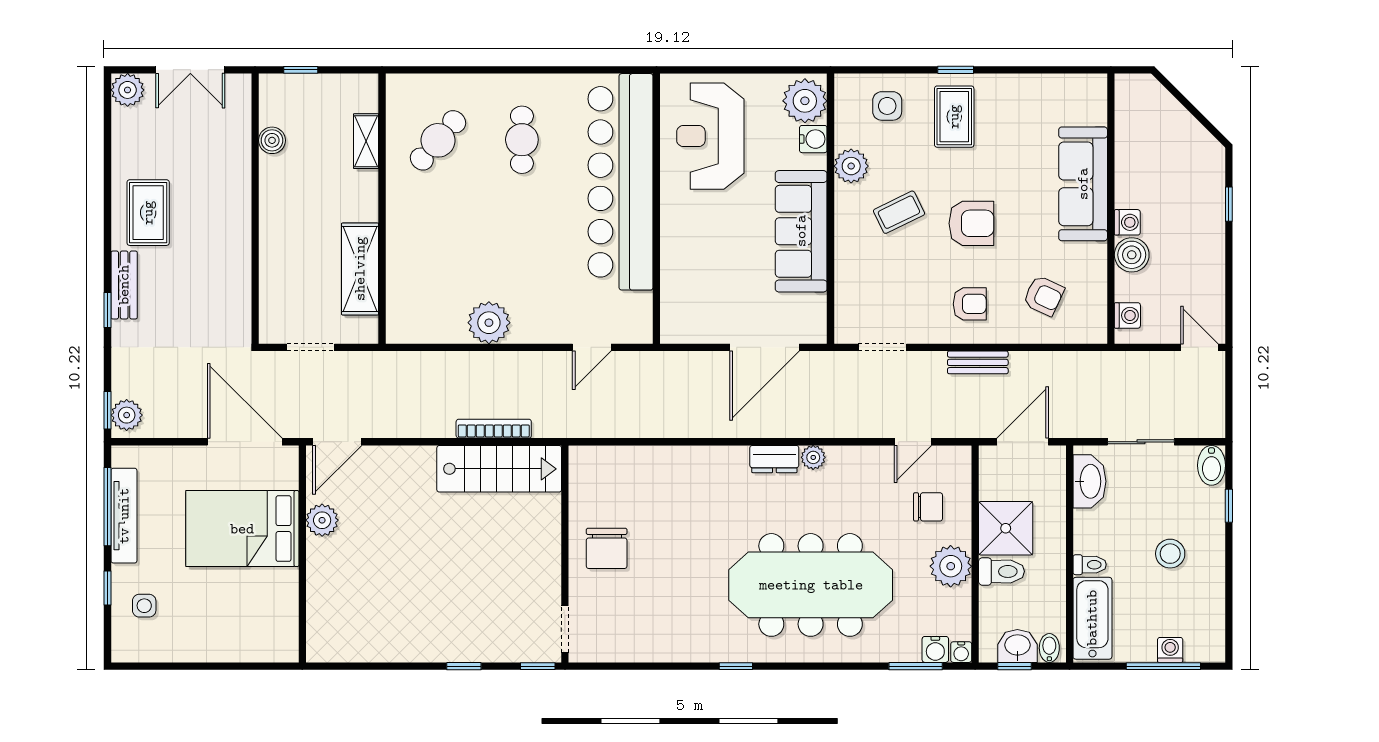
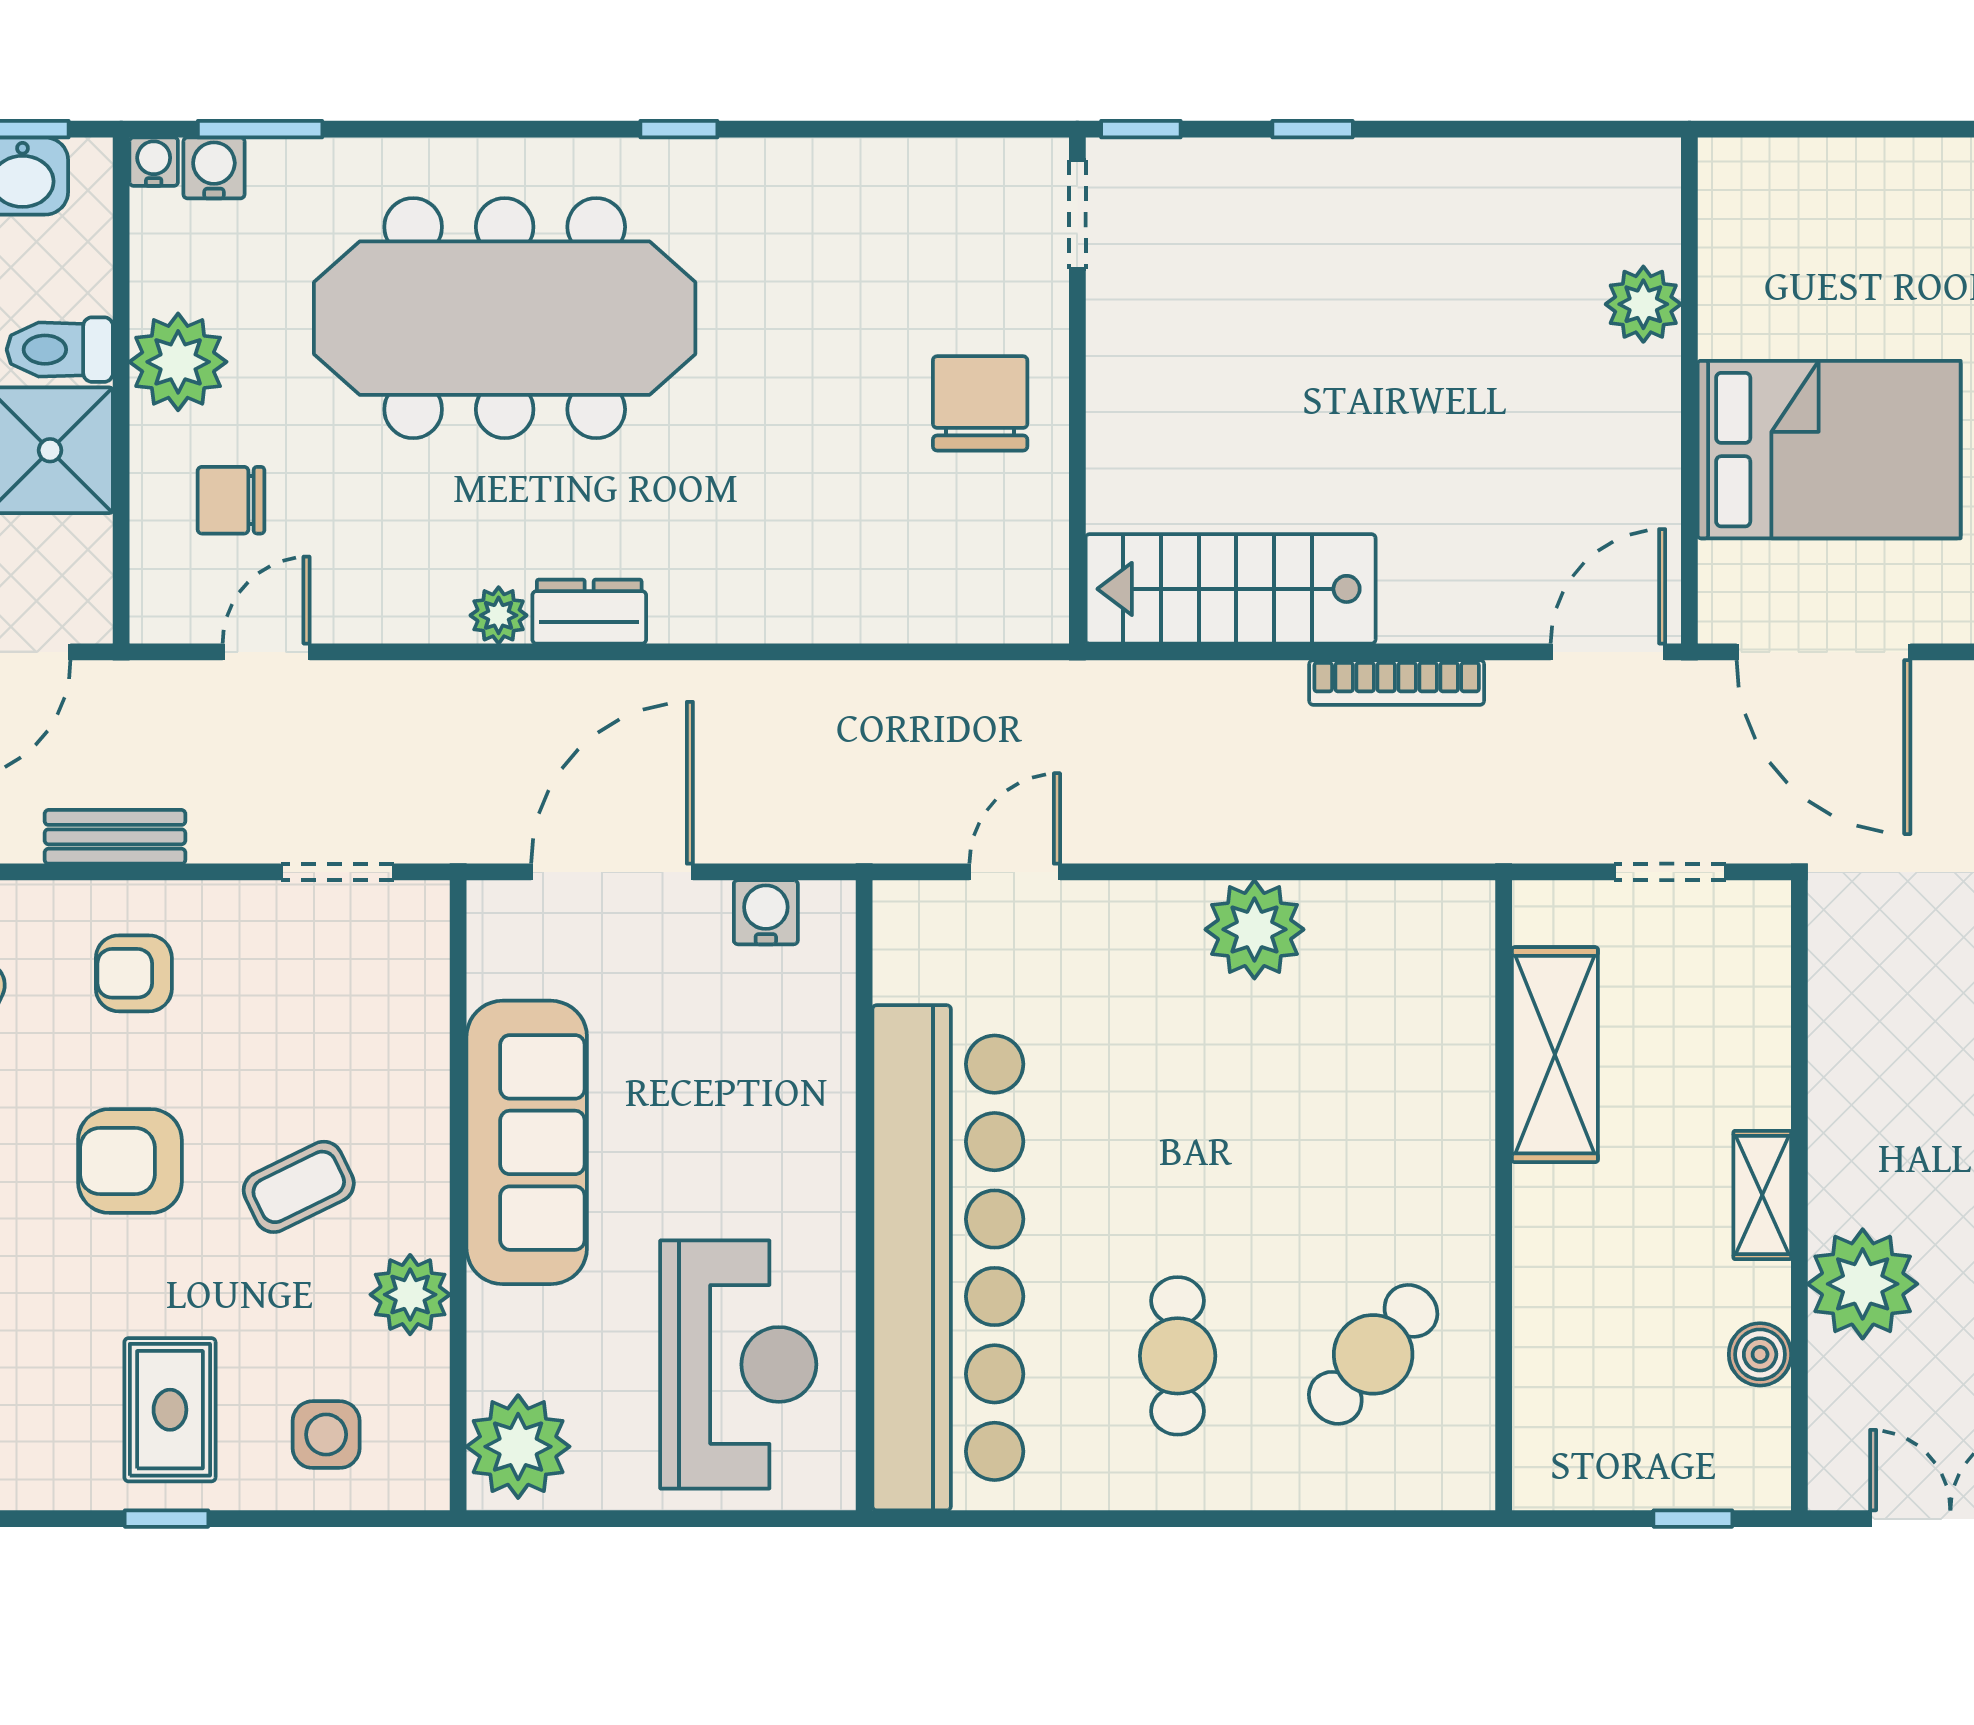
water cooler: (813, 139) -> (766, 912), moved, turned 90
shelving: (366, 141) -> (1762, 1195), moved
plant: (228, 171) -> (1863, 1284), added
bookcase: (494, 429) -> (1397, 682), moved
plant: (322, 520) -> (1643, 304), moved

